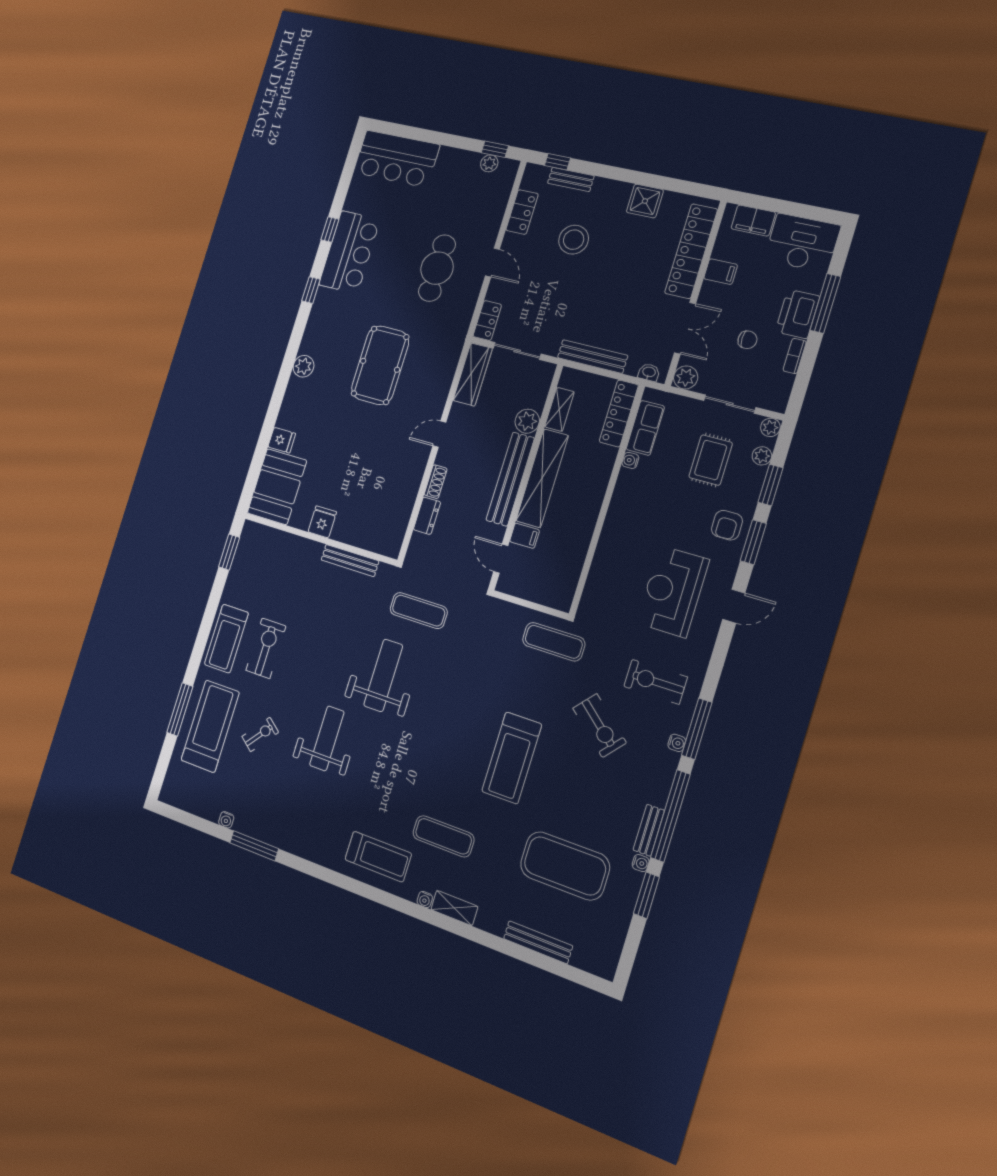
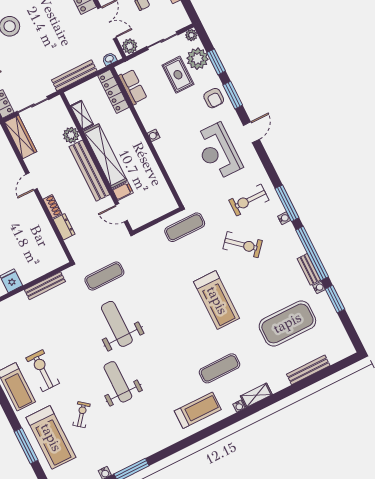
plant: (762, 456) -> (197, 59), width x1.87, depth x1.87
water cooler: (630, 460) -> (154, 135), moved
treadmill: (210, 726) -> (51, 437), turned 180

